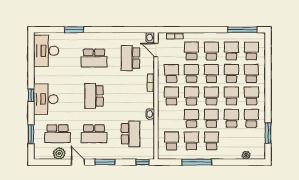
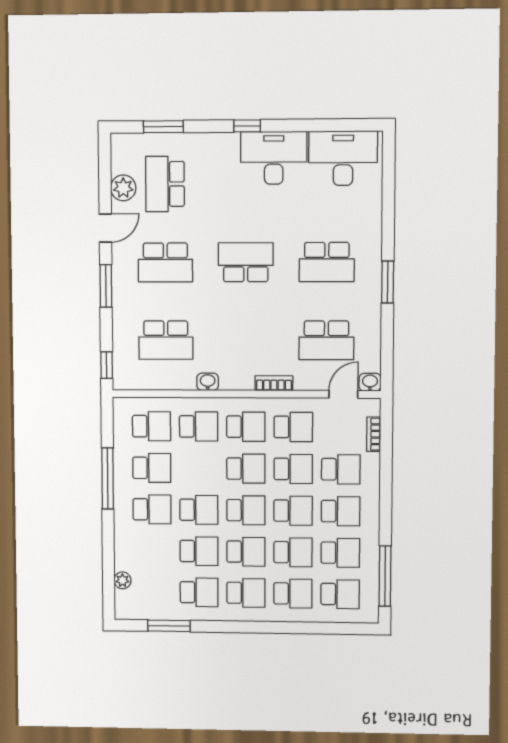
window: (74, 30) -> (388, 282), moved
school desk: (94, 58) -> (327, 262), turned -90
school desk: (131, 58) -> (326, 340), turned 180
desk: (46, 99) -> (274, 158), moved
school desk: (191, 118) -> (199, 426), moved
school desk: (94, 134) -> (165, 262), turned -90

